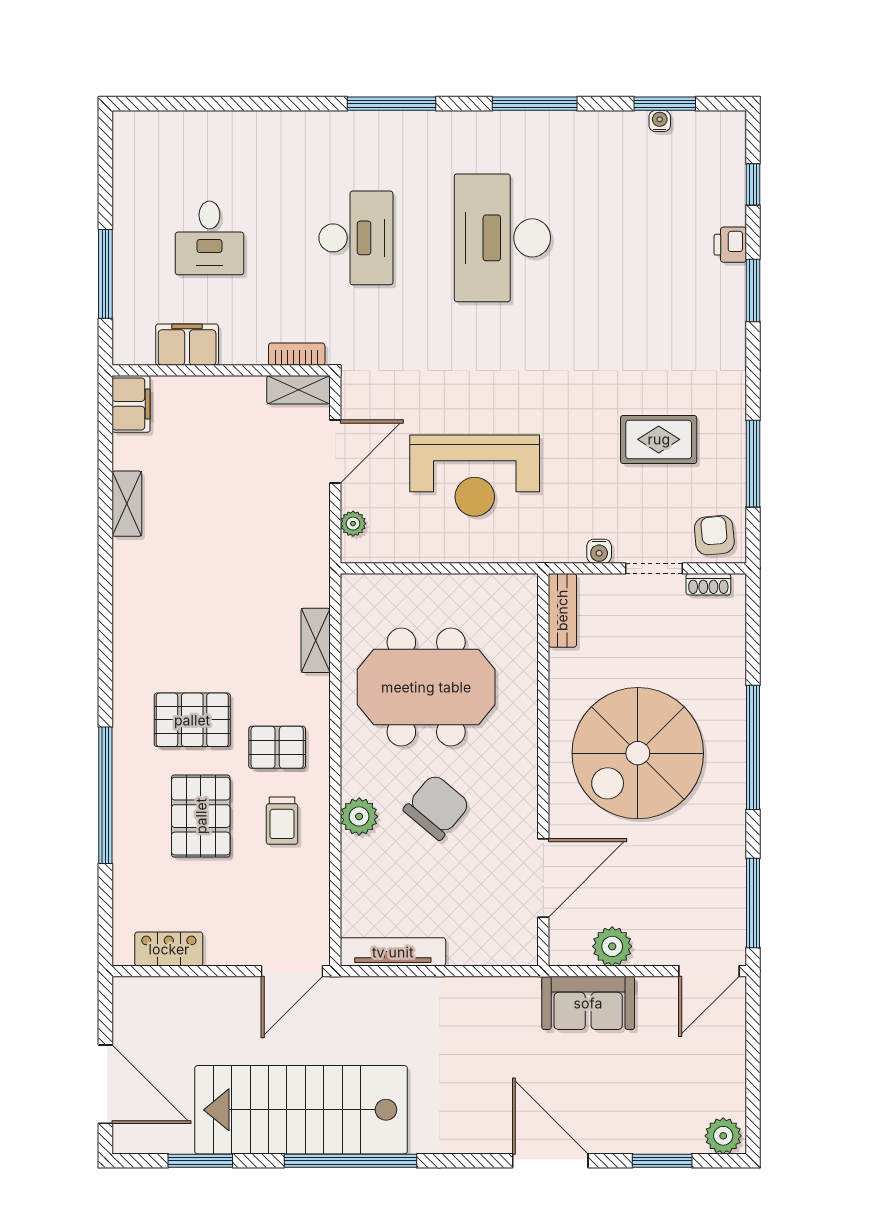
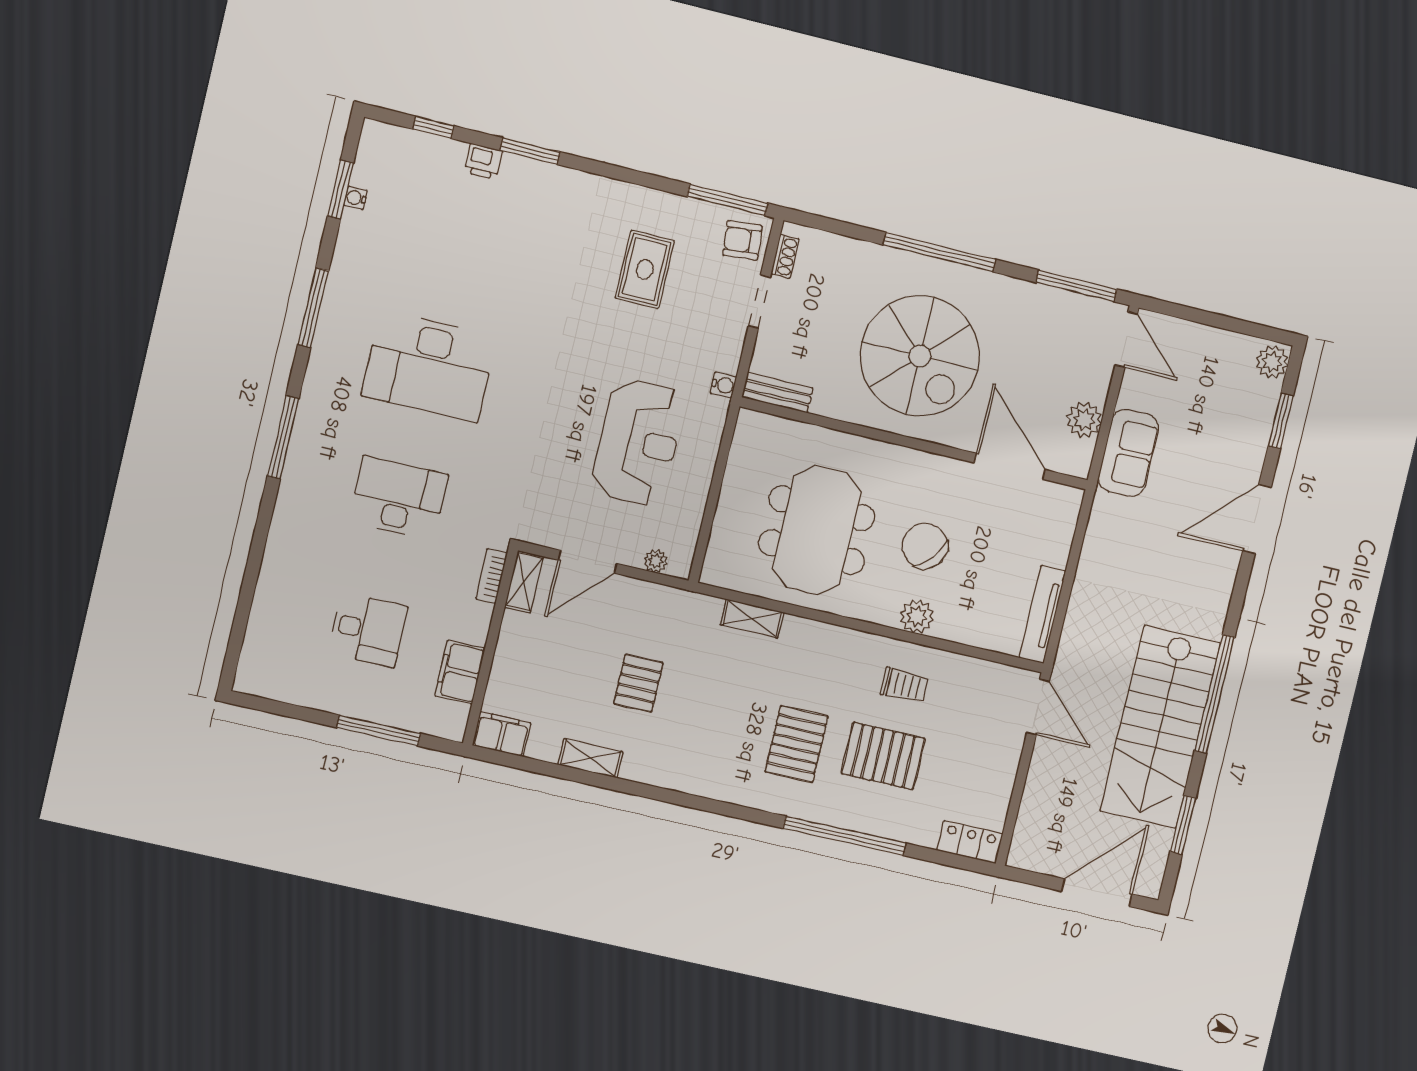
door: (335, 452) -> (587, 562), swing flipped
window: (753, 464) -> (728, 200), moved
water cooler: (599, 551) -> (723, 385), moved
pallet: (277, 747) -> (638, 683), moved
locker: (169, 949) -> (970, 842), moved, turned 90

